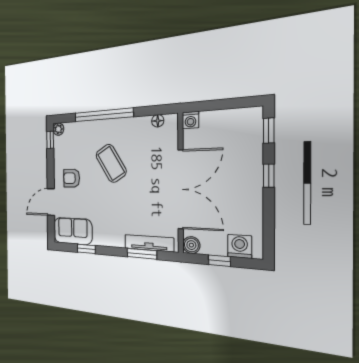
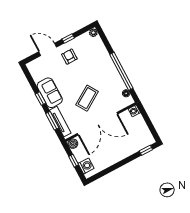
window: (103, 115) -> (121, 71), moved
window: (50, 140) -> (68, 38), moved
coffee table: (111, 163) -> (87, 98), moved
window: (269, 176) -> (126, 161), removed
sofa: (73, 231) -> (50, 93), moved
window: (86, 249) -> (40, 99), moved

